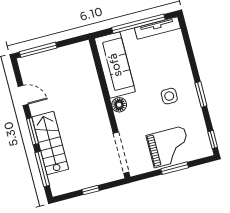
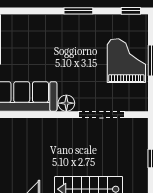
side table: (169, 96) -> (71, 46), removed
doorway: (121, 153) -> (102, 115), moved

